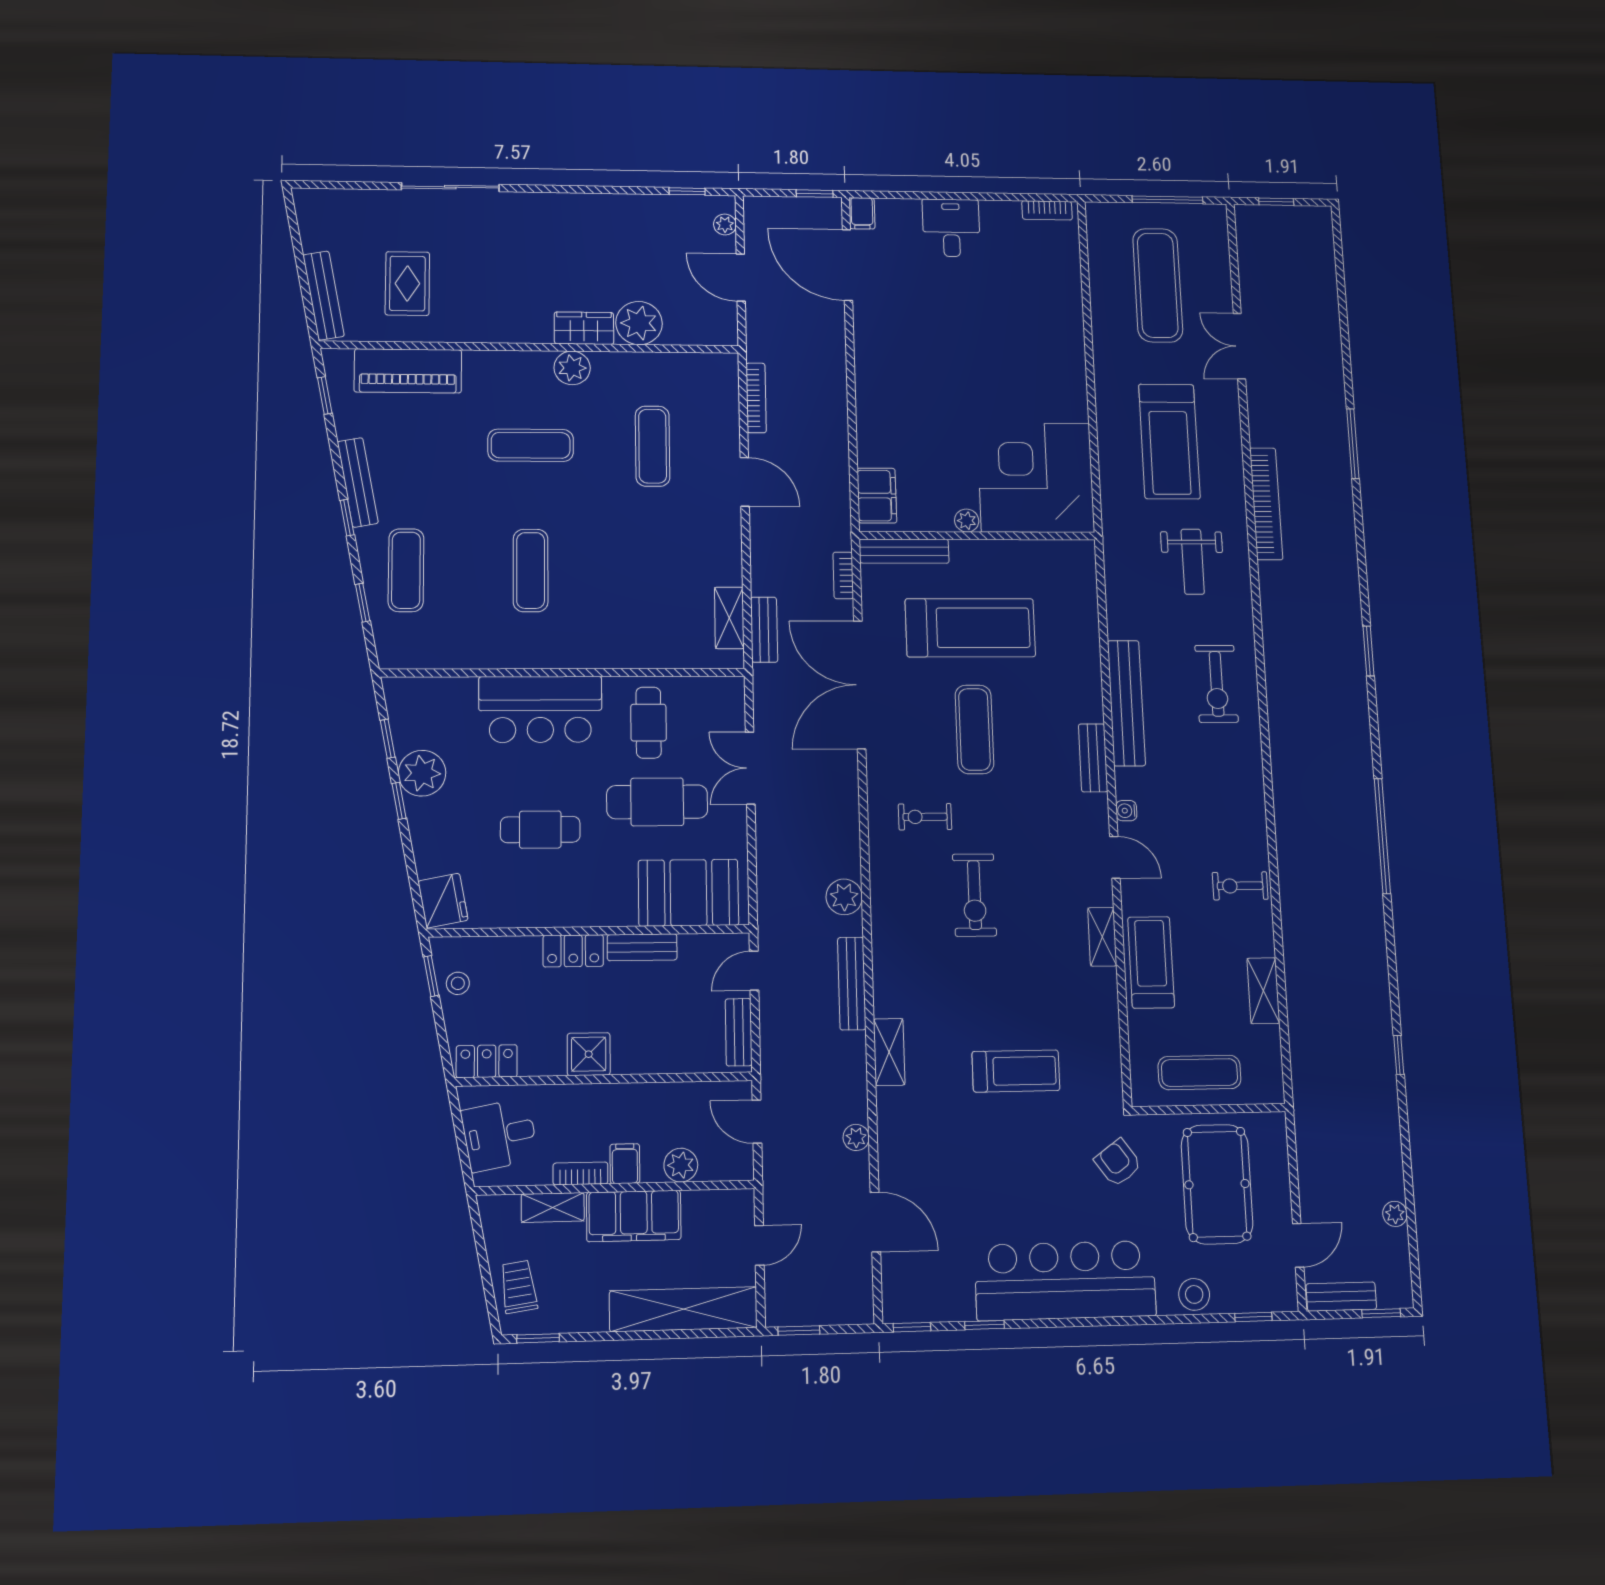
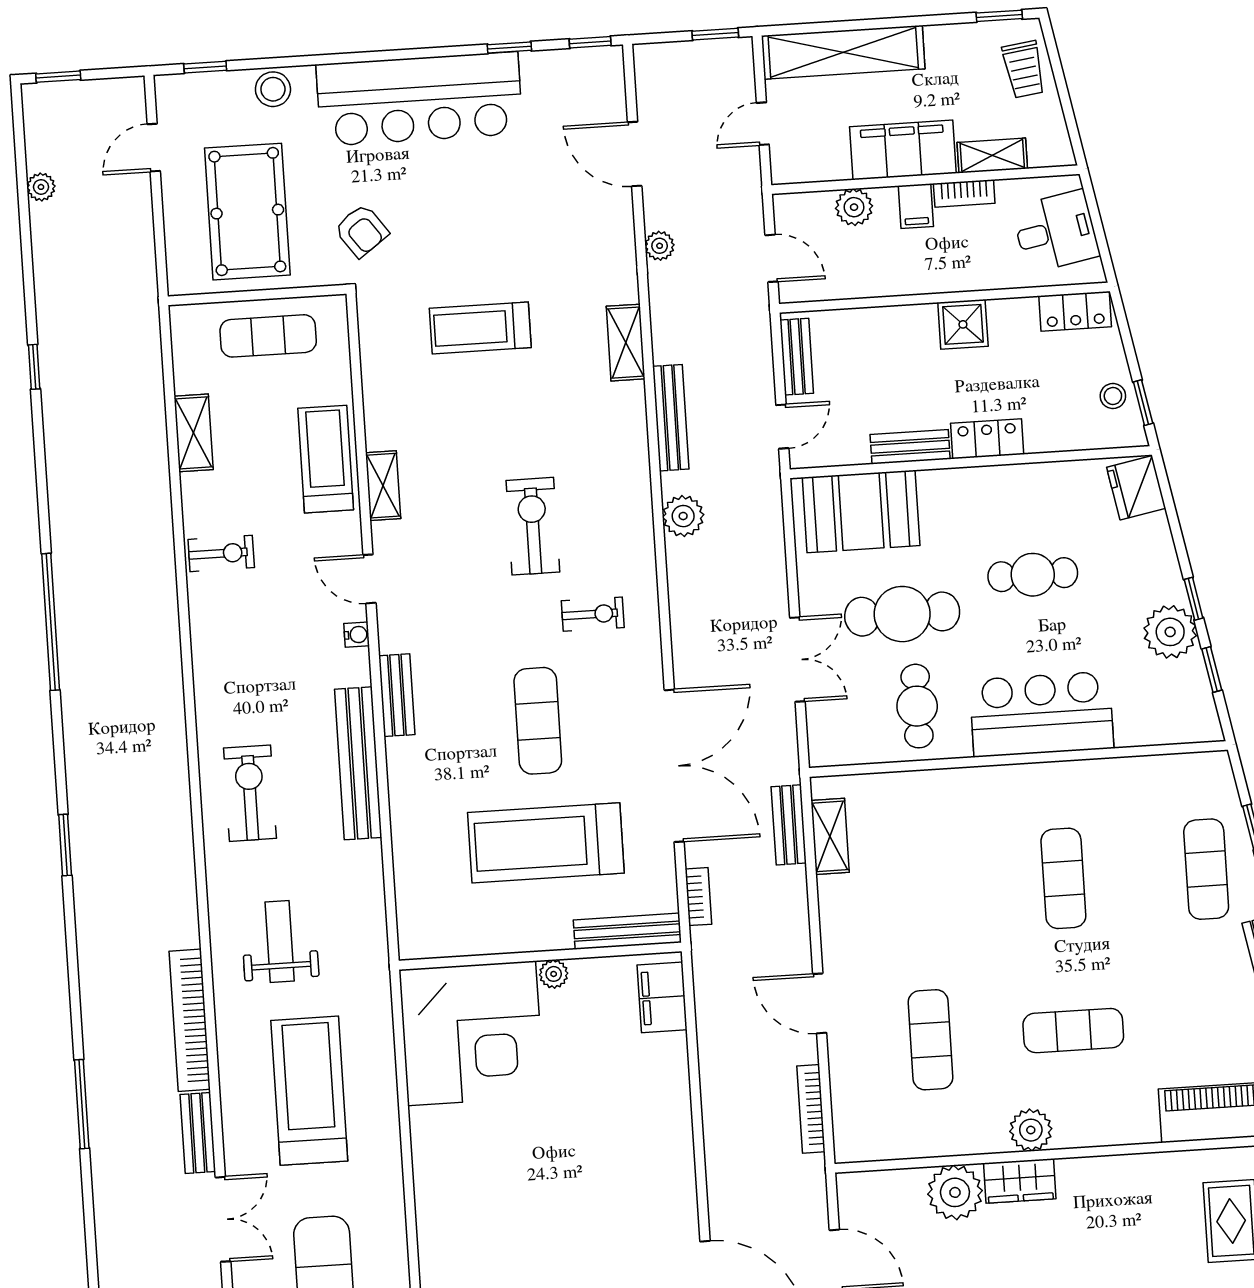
treadmill: (1151, 962) -> (326, 459), turned 180
bench: (1341, 1297) -> (198, 1133), moved, turned 90

